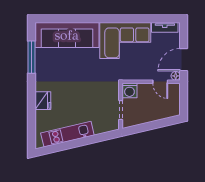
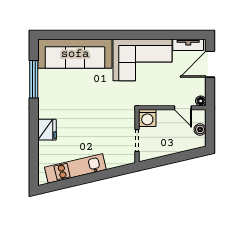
door: (184, 60) -> (210, 64), moved
boiler: (175, 101) -> (200, 130), added

